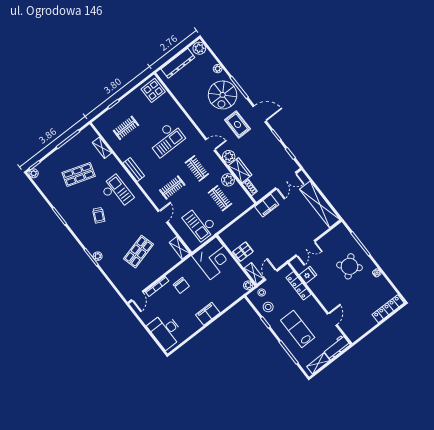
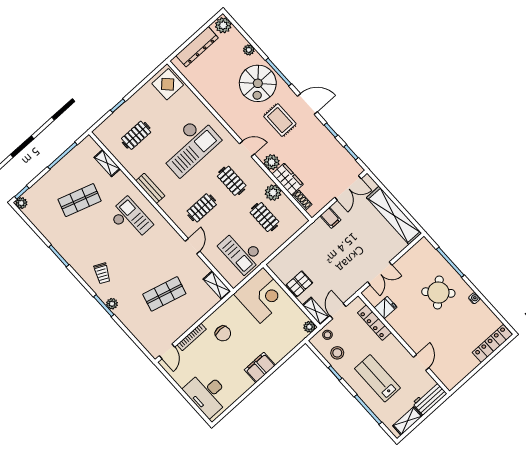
checkout: (166, 139) -> (189, 146), width x1.36, depth x1.21
filing cabinet: (267, 206) -> (330, 218), width x0.50
trolley: (99, 215) -> (102, 273), moved
shop shelf: (138, 252) -> (164, 294), turned 30

